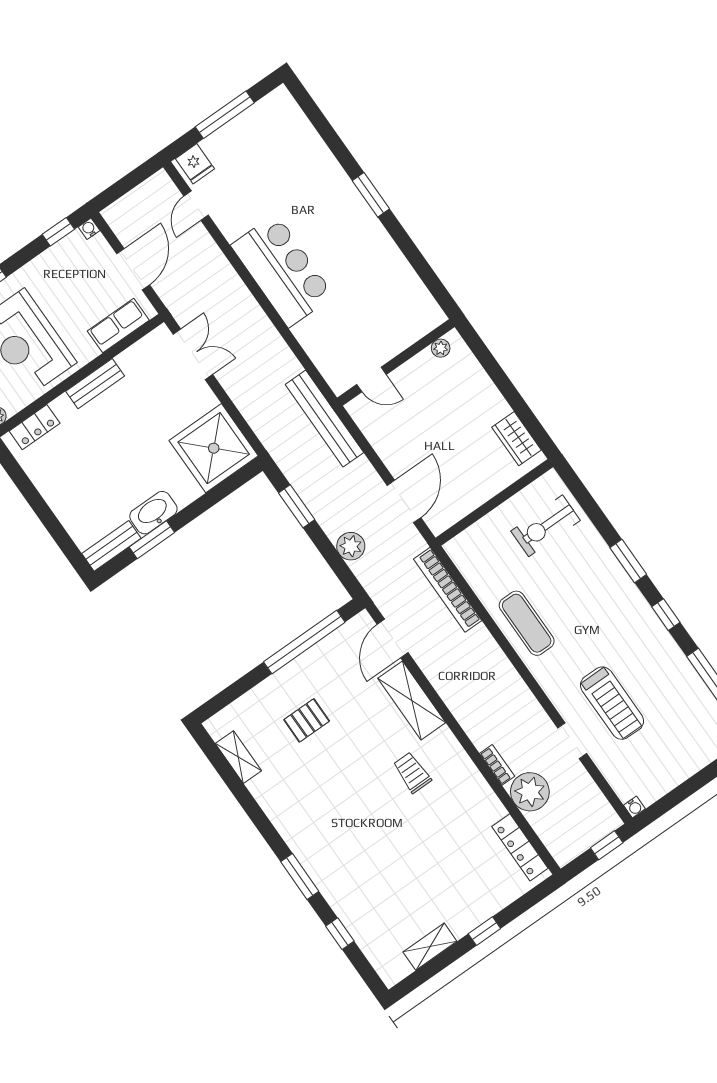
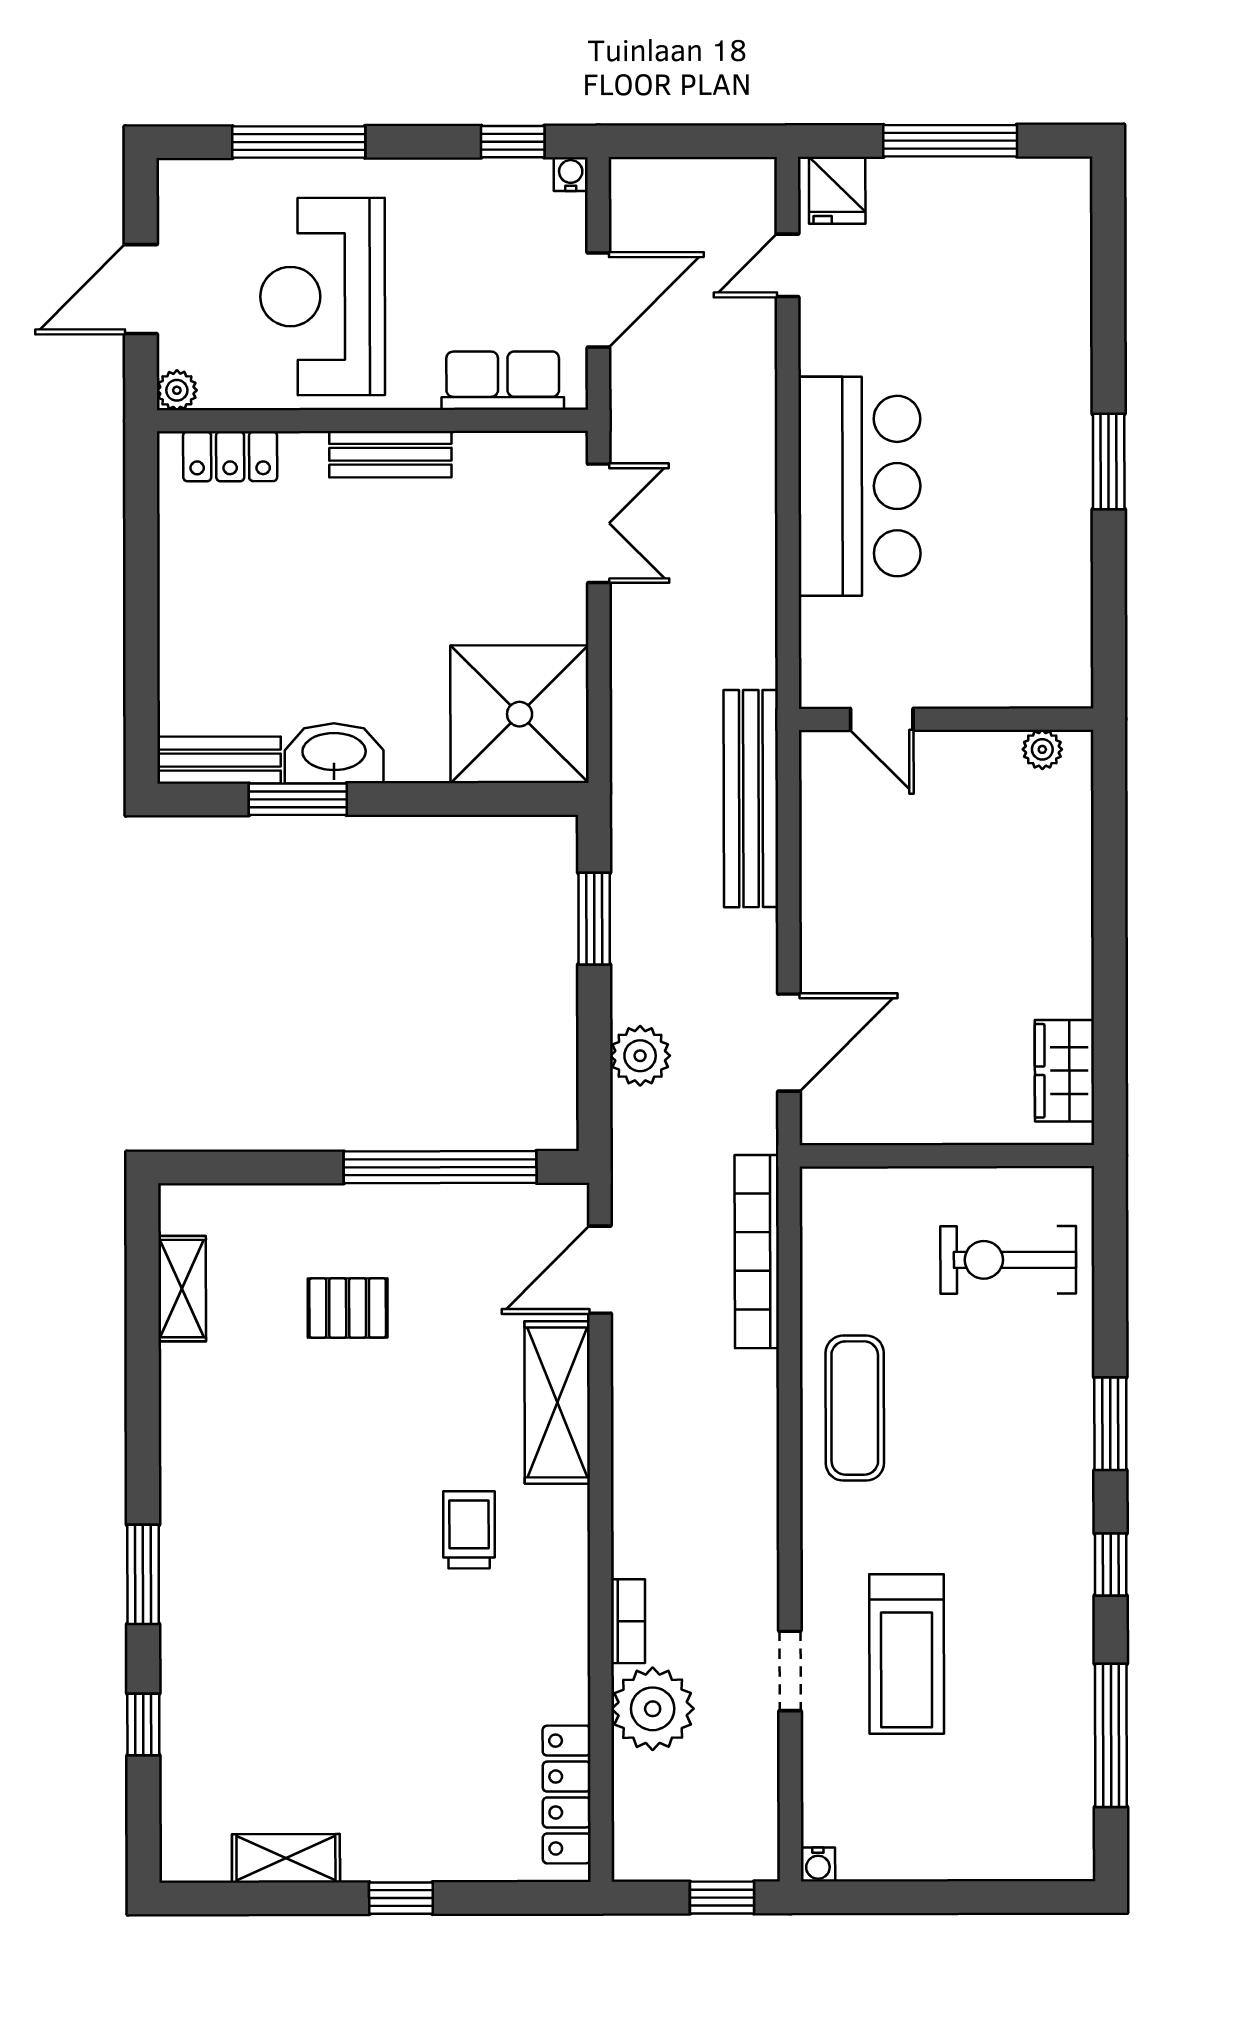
plant: (441, 348) -> (1042, 749), moved
wall: (396, 362) -> (946, 719), moved
door: (371, 380) -> (882, 719), moved

